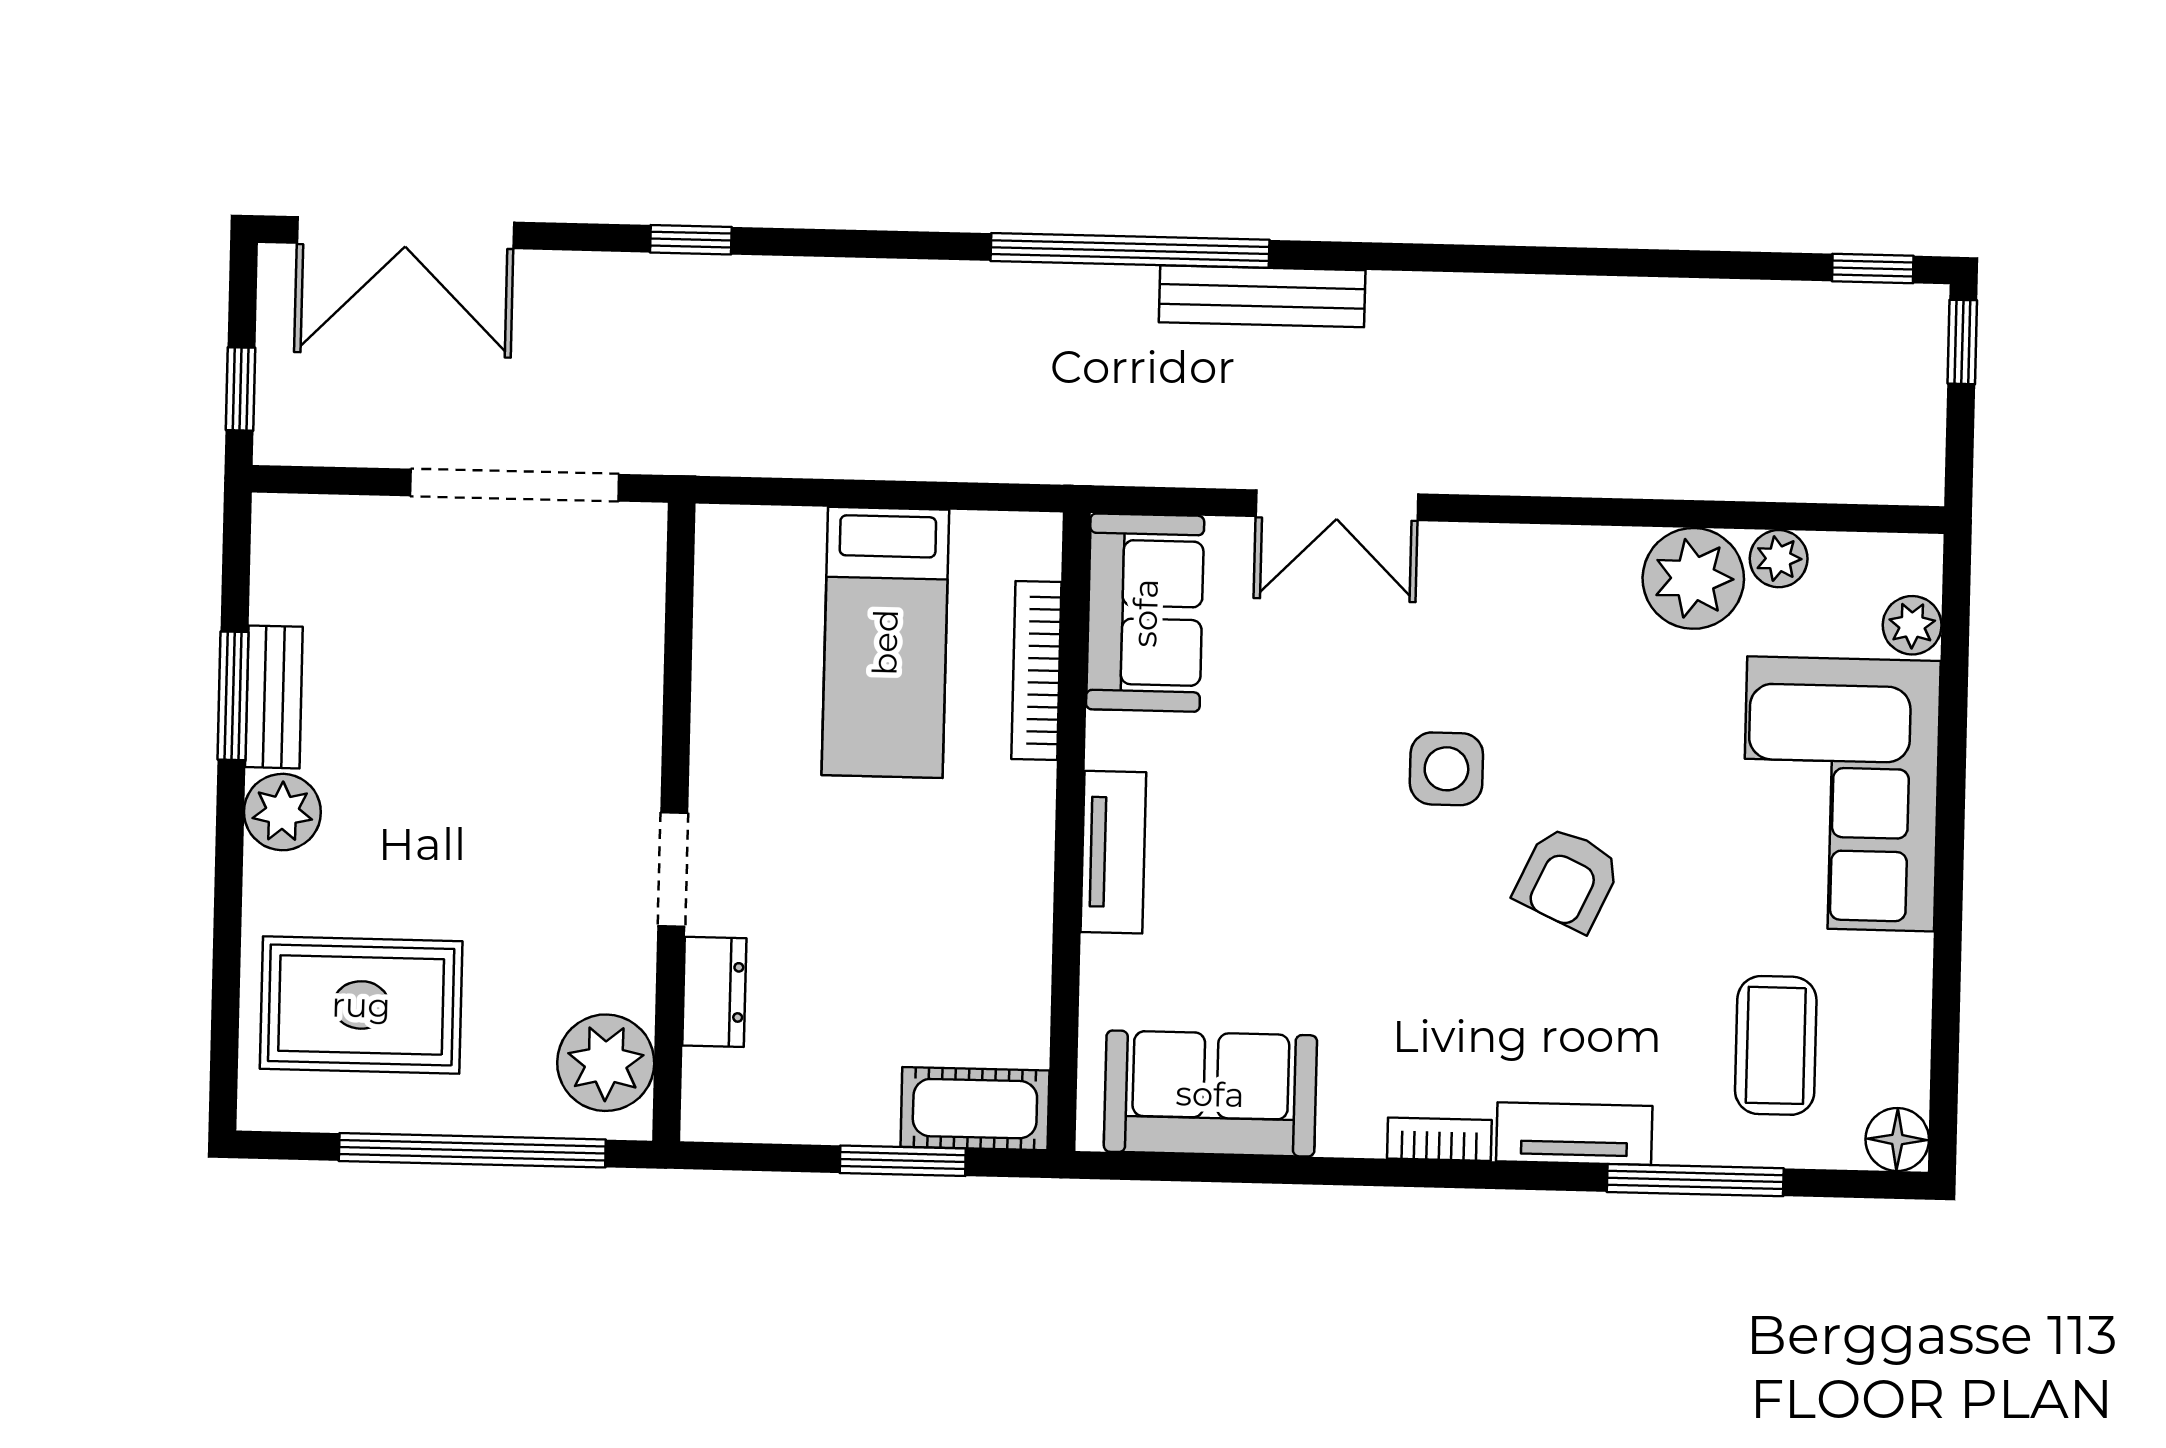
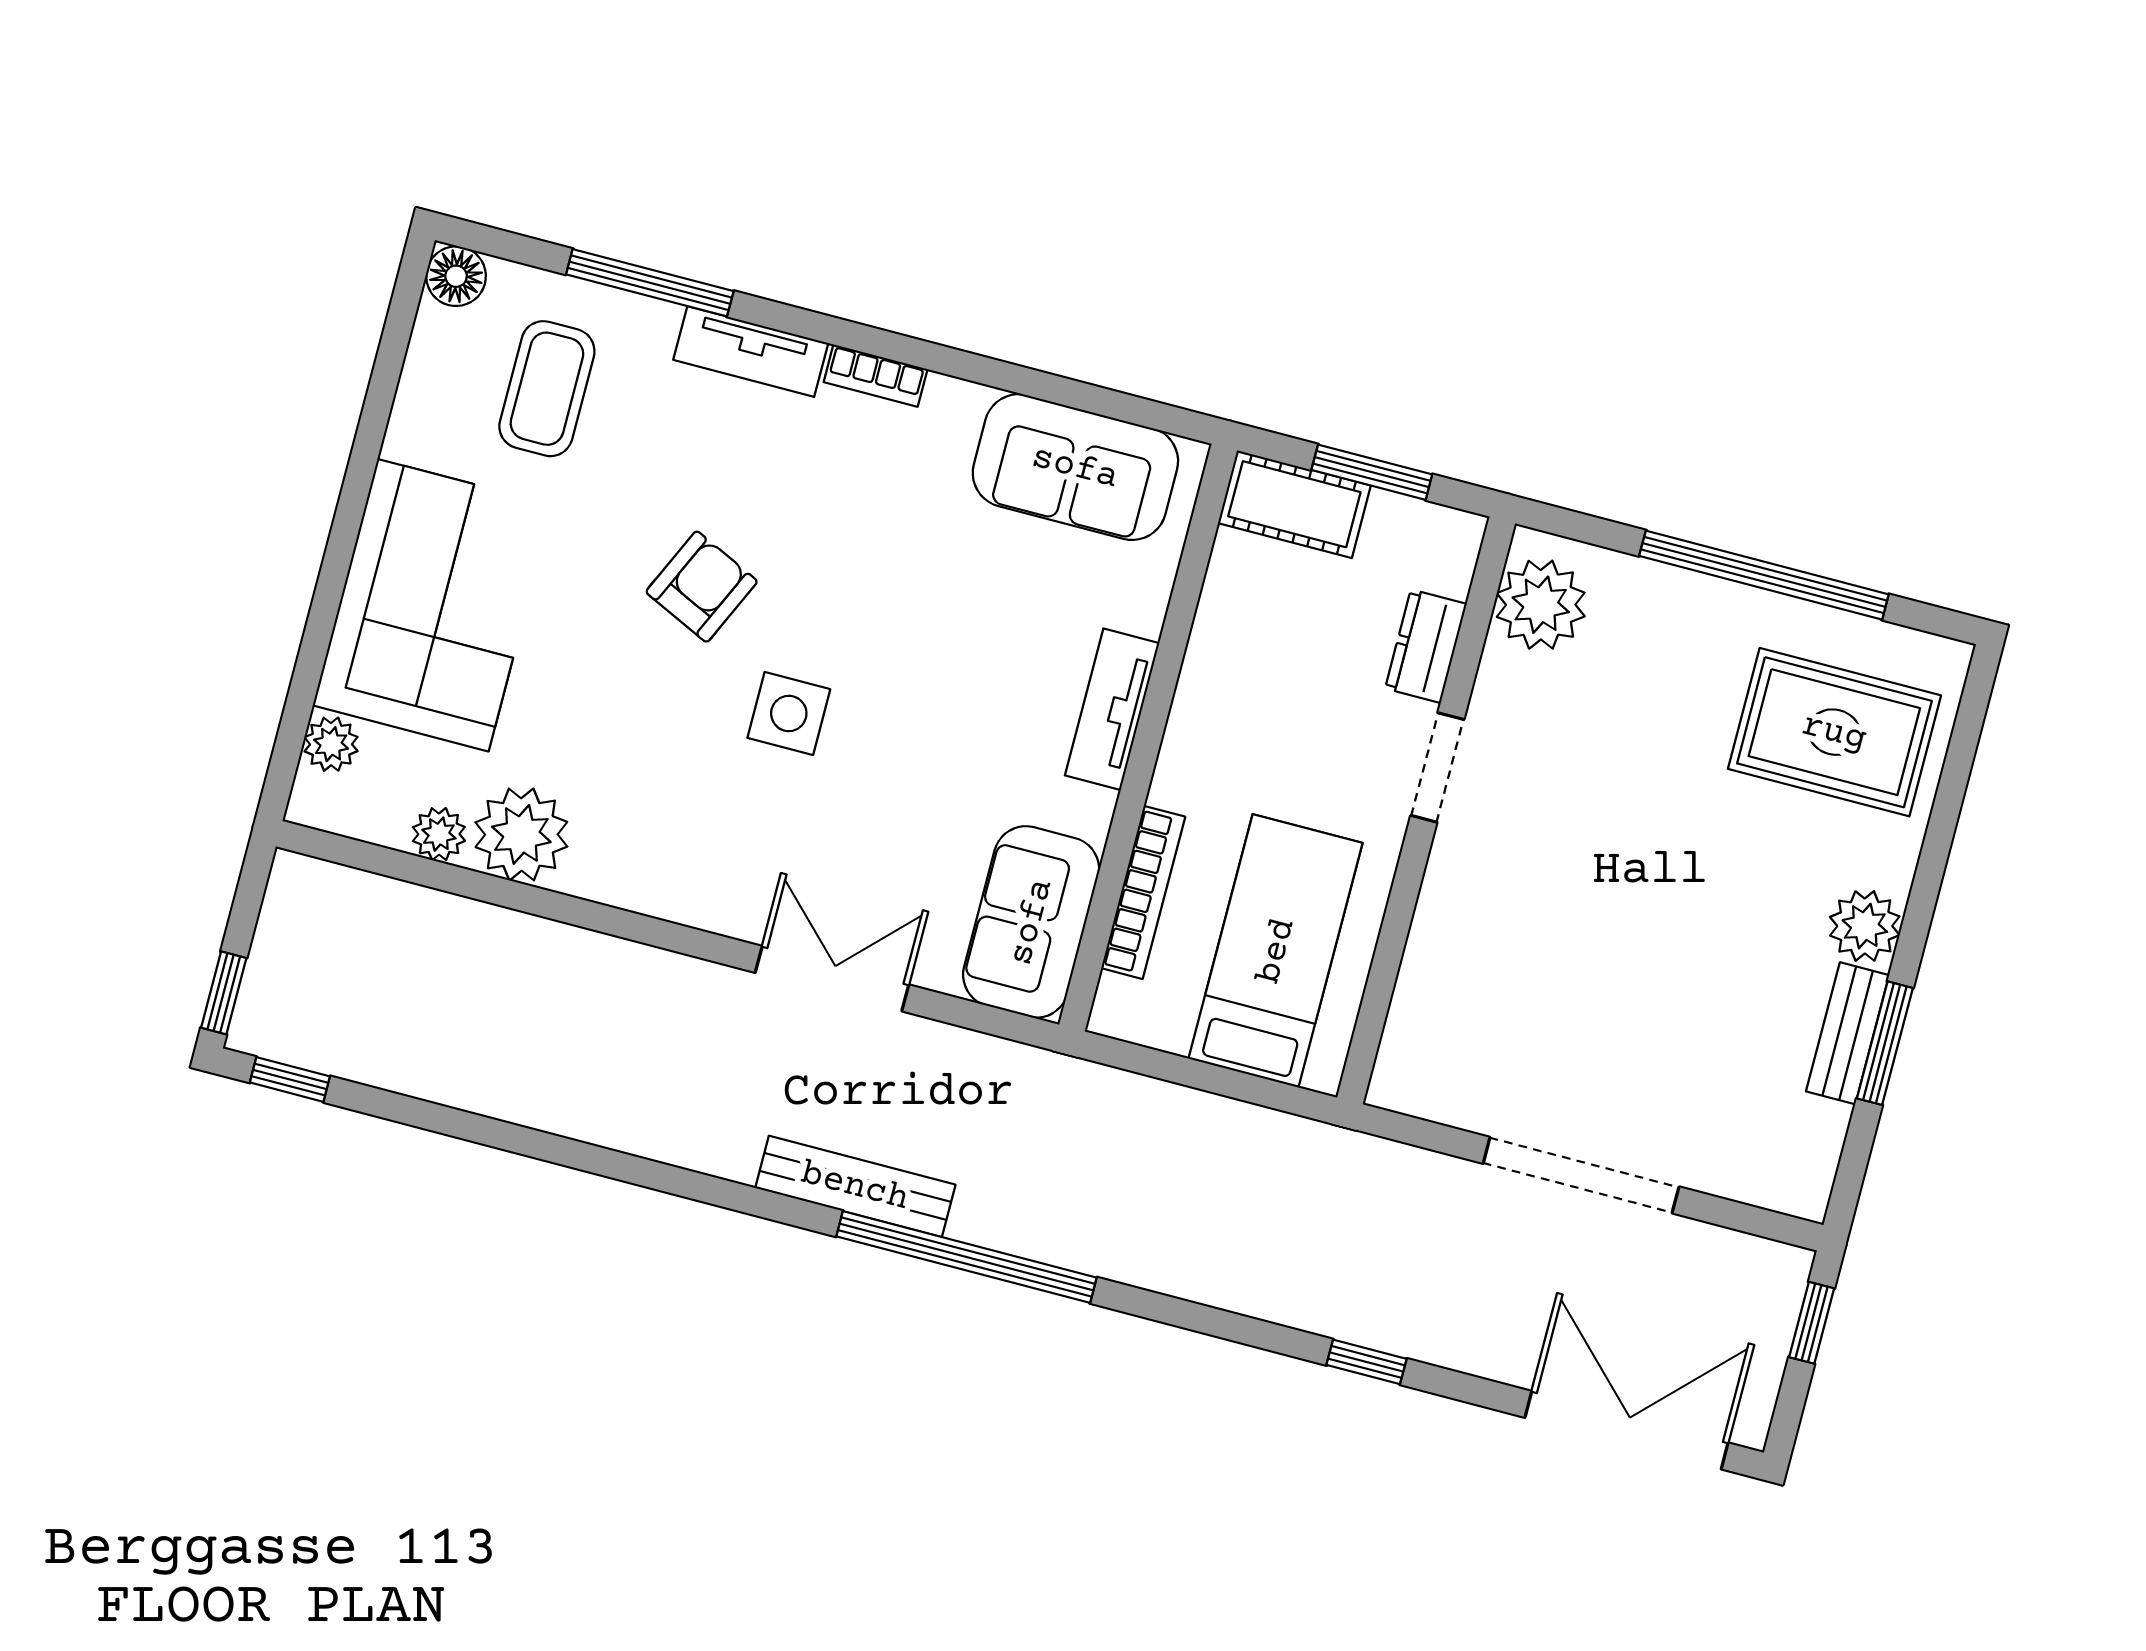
wall: (674, 822) -> (1426, 810), moved
doorway: (673, 869) -> (1437, 767), moved
dresser: (714, 992) -> (1426, 646), moved
plant: (606, 1063) -> (1541, 605), moved

